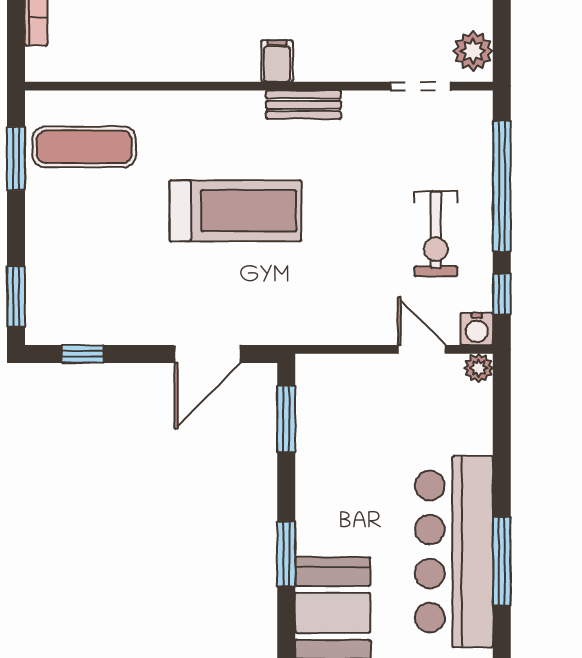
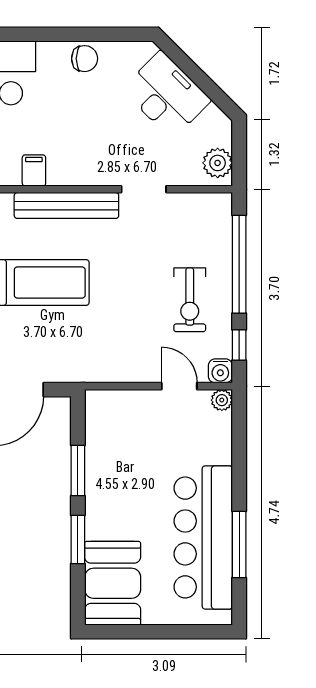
filing cabinet: (277, 61) -> (34, 170), moved
doorway: (420, 86) -> (144, 189), moved
bench: (303, 105) -> (66, 205), width x1.86, depth x1.21
window: (286, 419) -> (78, 471), moved

